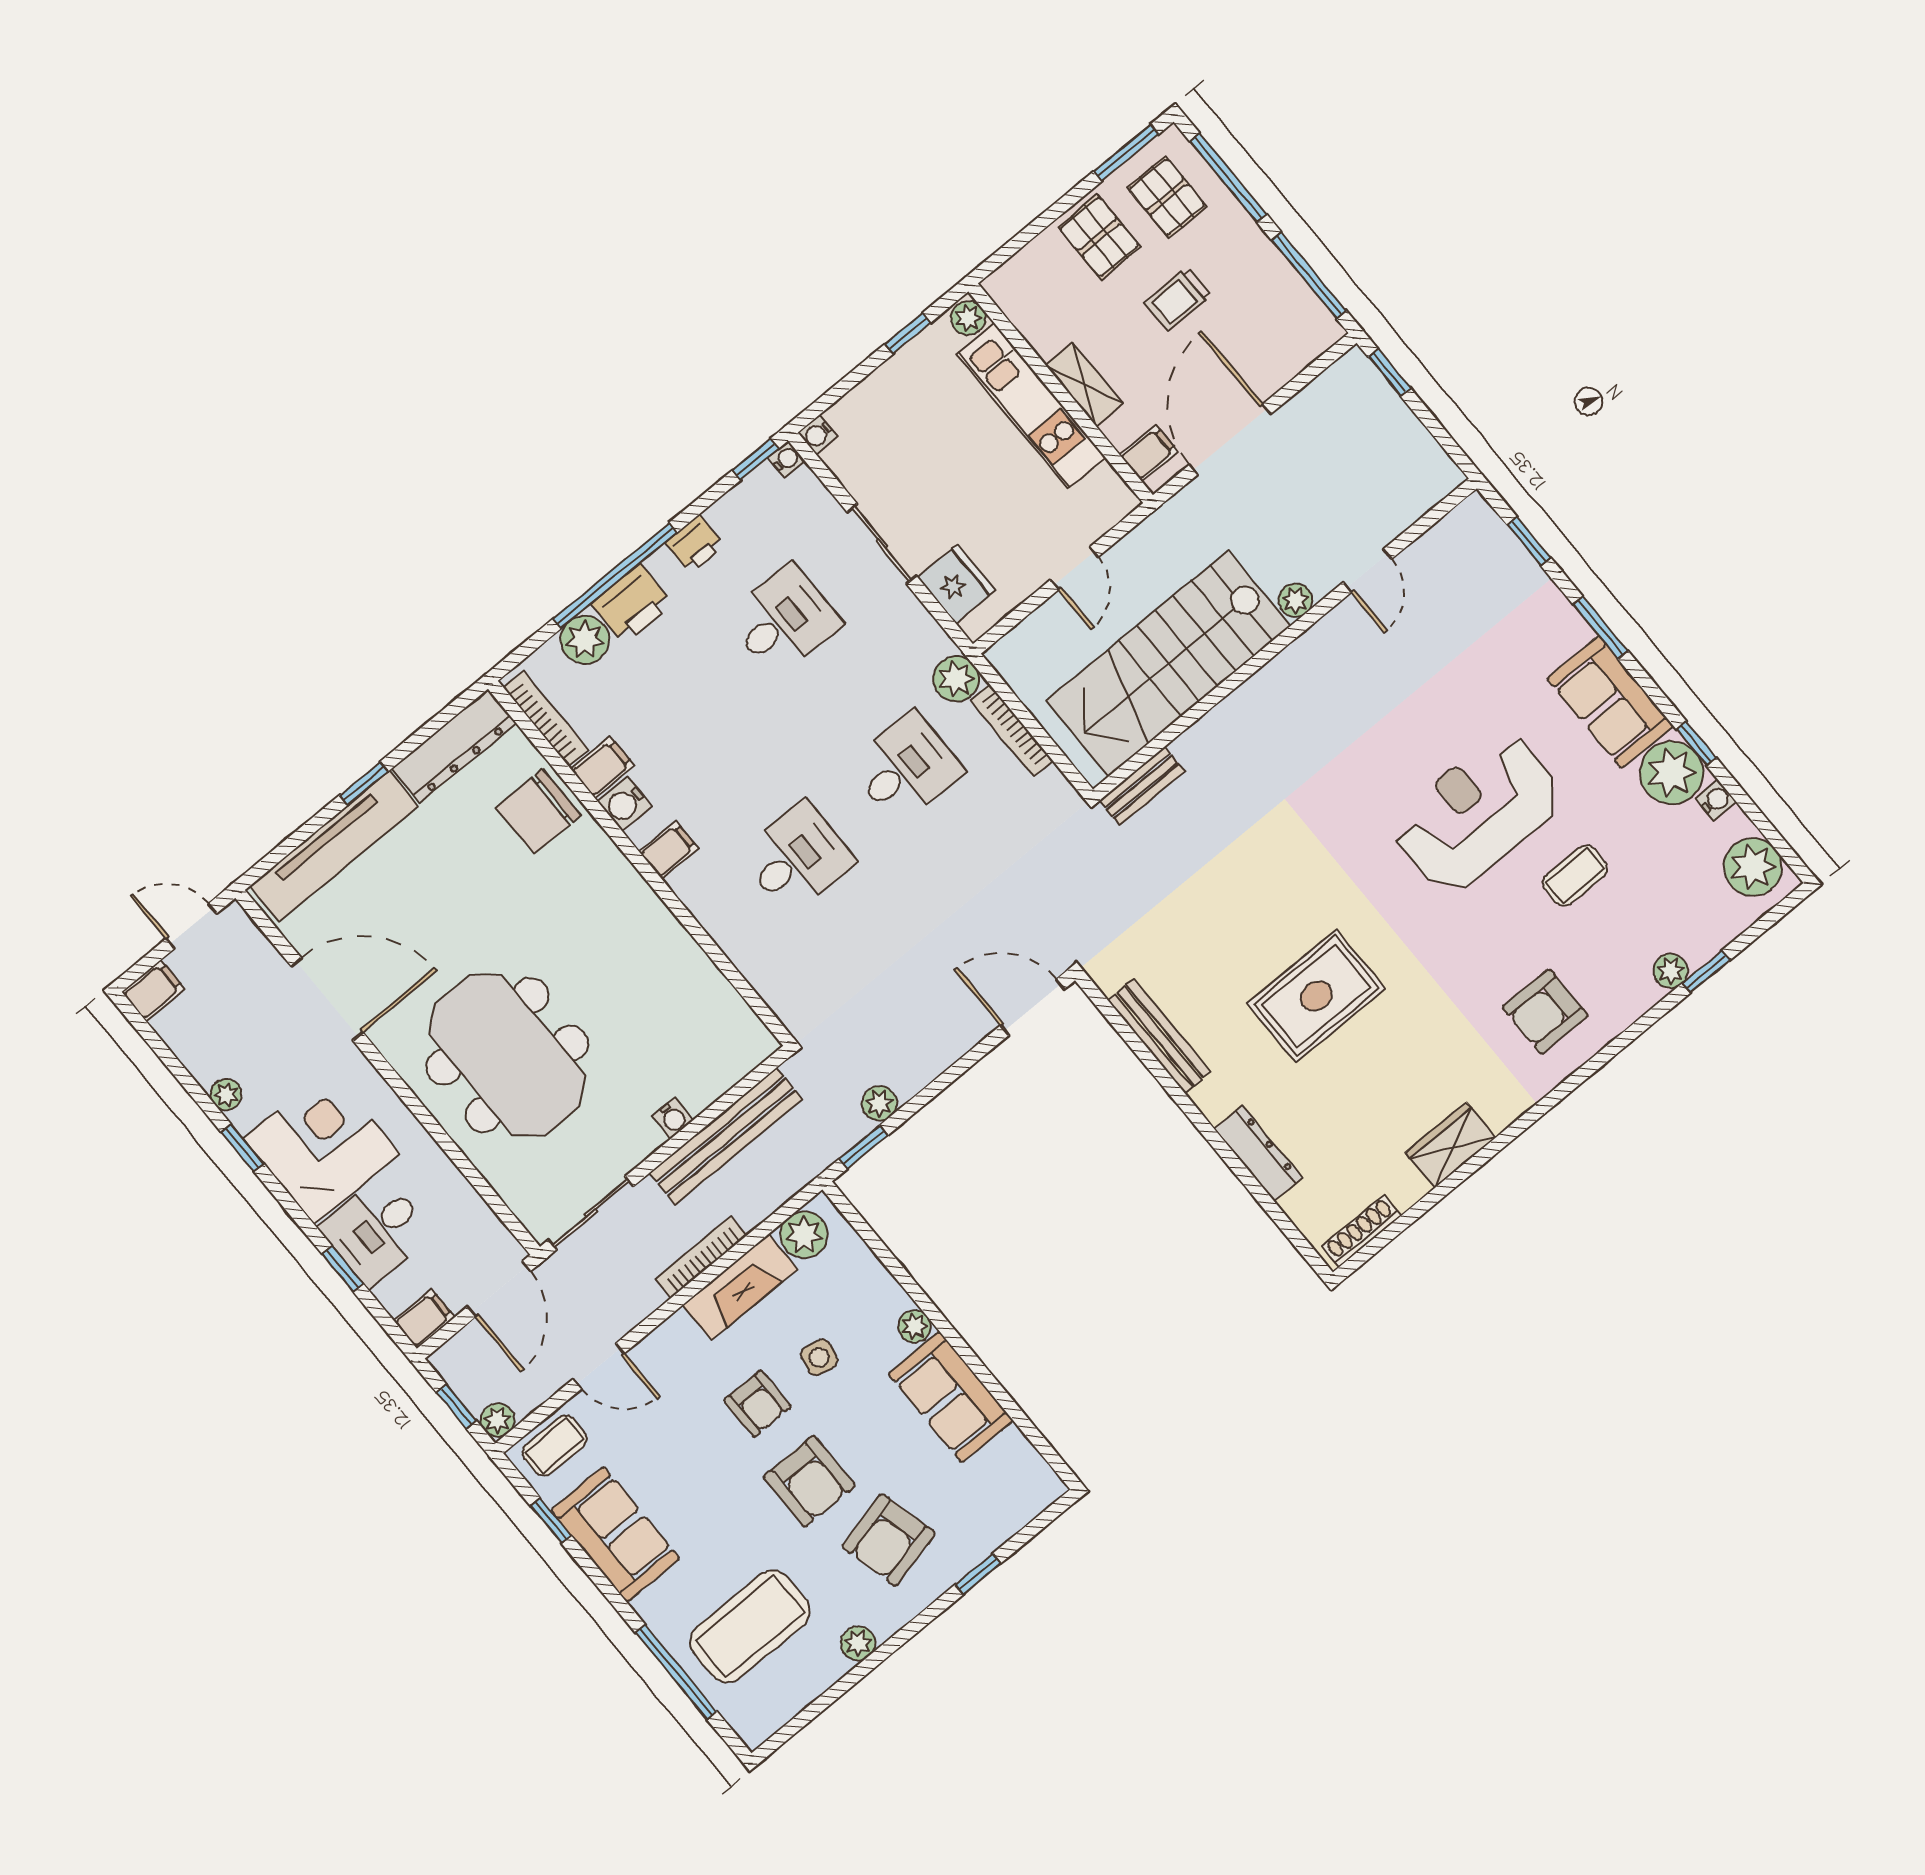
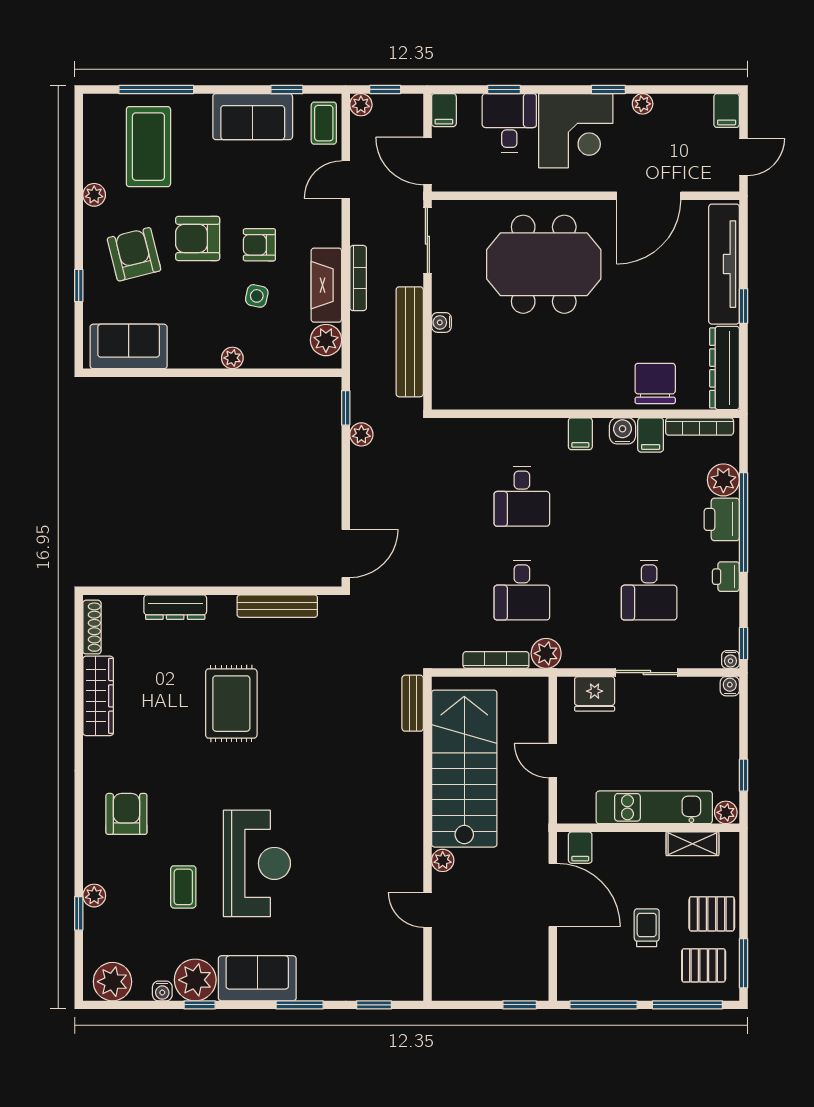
shelving: (1084, 384) -> (692, 844), moved
wardrobe: (1451, 1145) -> (98, 696), width x1.50
sofa: (951, 1397) -> (129, 346), moved

